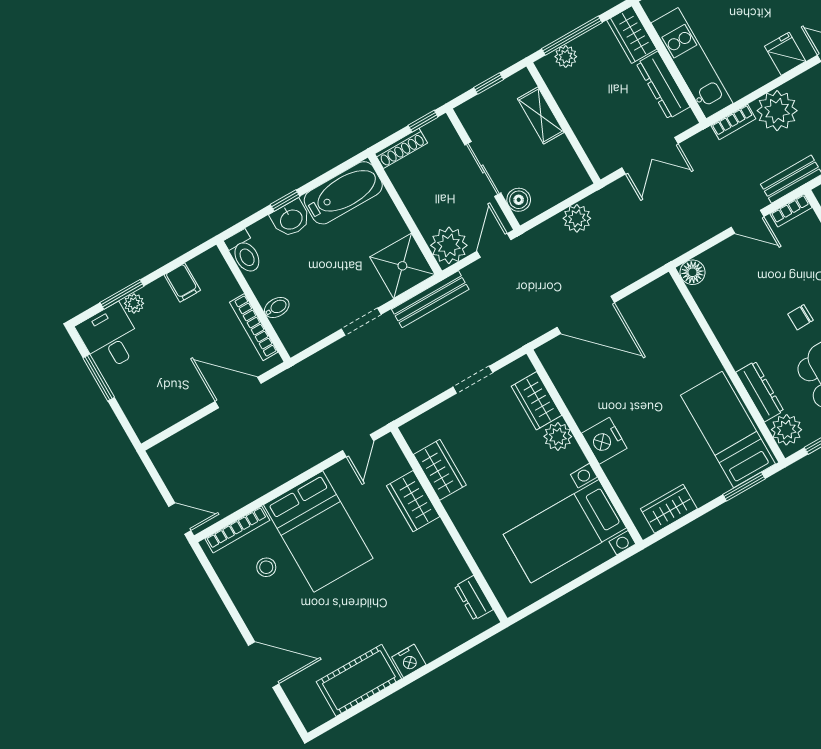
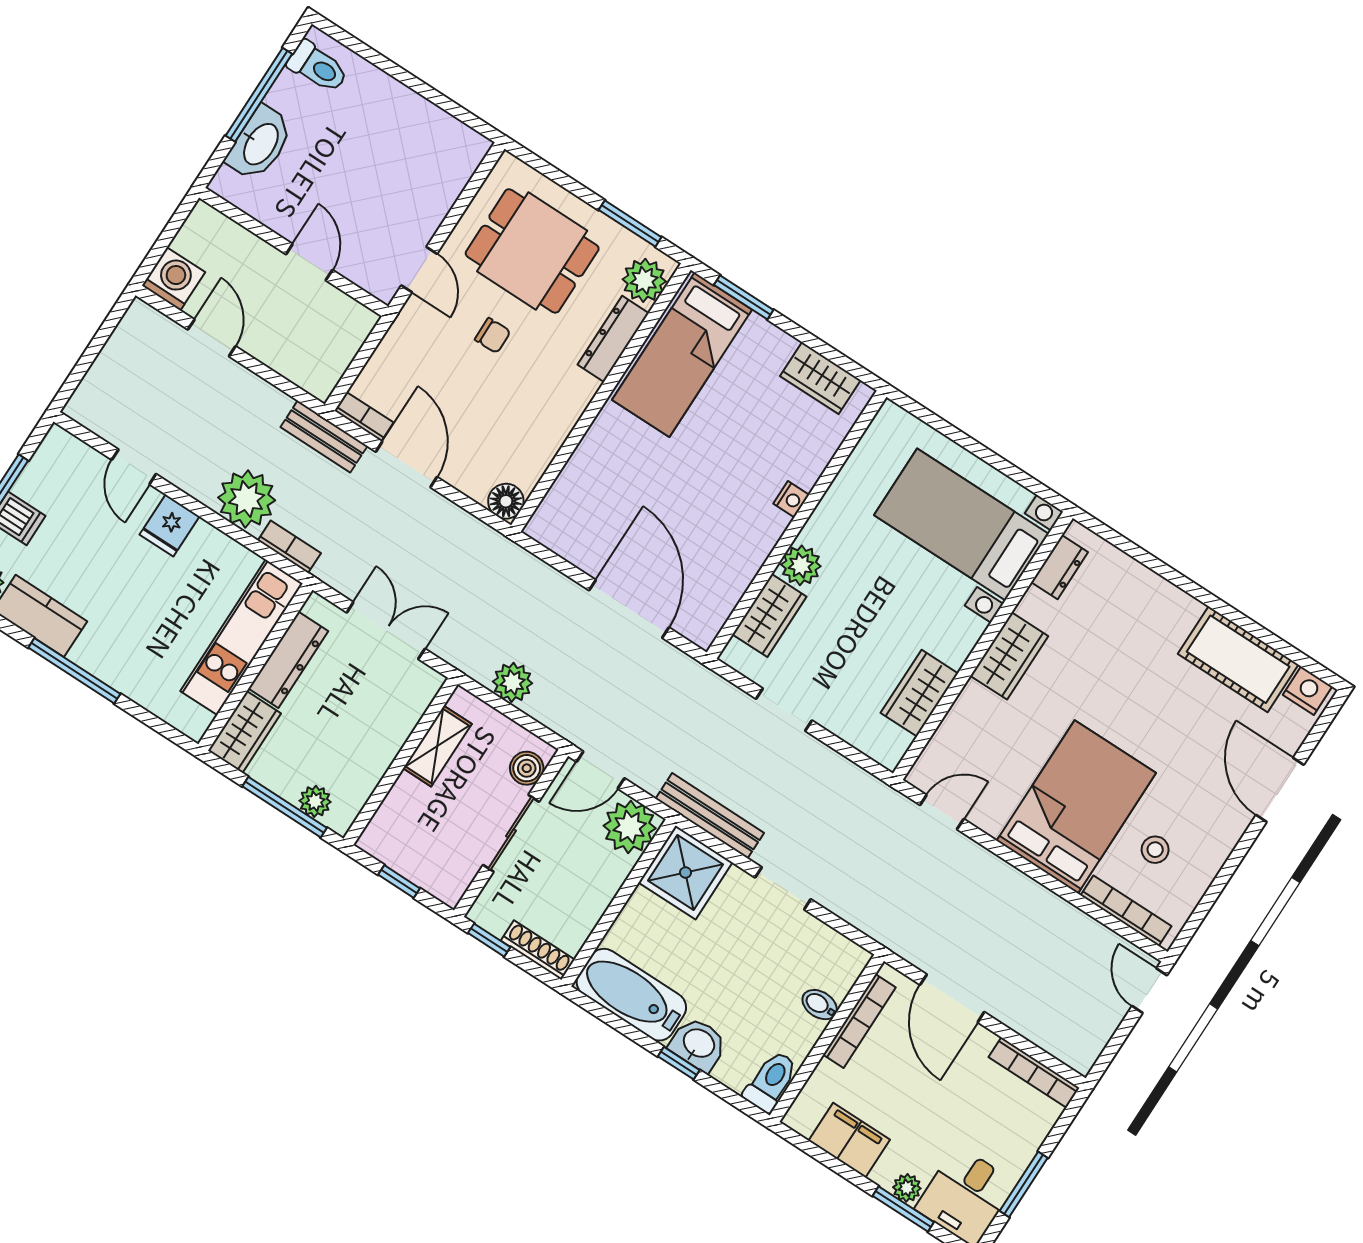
shelving: (541, 115) -> (437, 746), moved
door: (748, 222) -> (406, 464), width x1.38
filing cabinet: (182, 283) -> (849, 1140), width x2.00
bookcase: (166, 420) -> (1034, 1072), added
nightstand: (604, 441) -> (791, 499), width x0.53, depth x0.56
wardrobe: (413, 501) -> (1009, 656), moved
bed with nightstands: (565, 531) -> (961, 524), moved, turned 180
nightstand: (409, 661) -> (1308, 691), moved

